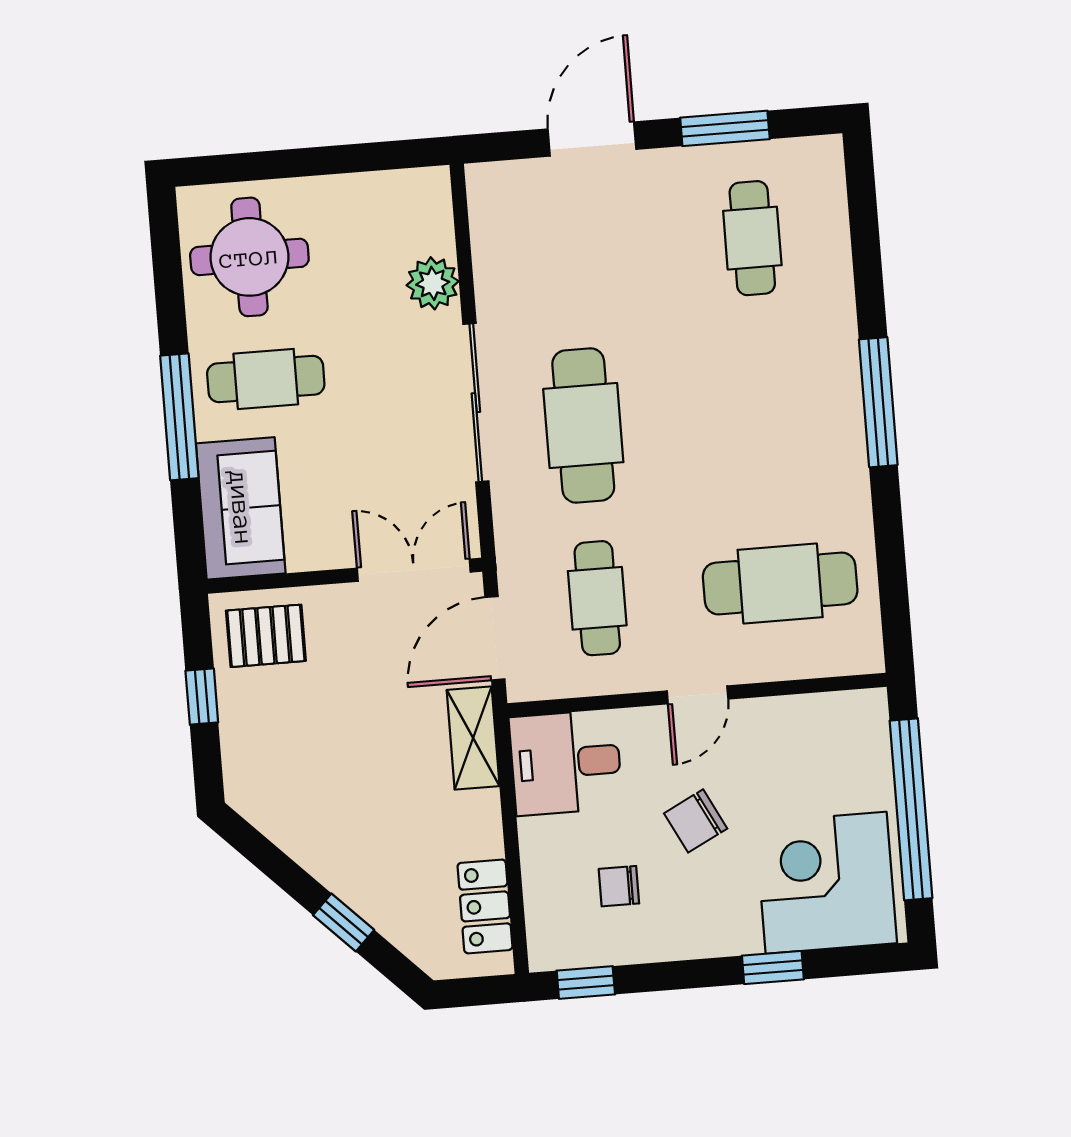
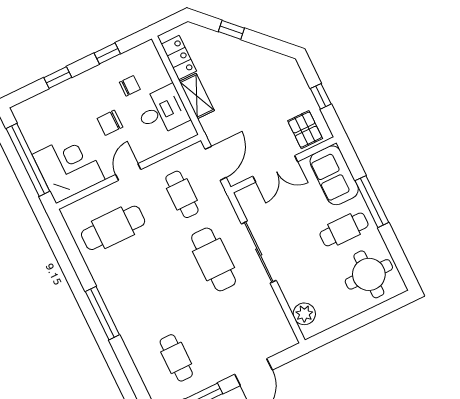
plant: (433, 283) -> (304, 314), moved
double door: (414, 570) -> (275, 169), moved
pallet: (266, 636) -> (305, 130), turned 90
shelving: (473, 738) -> (197, 96), moved
desk: (566, 763) -> (162, 111), moved
chair: (696, 821) -> (110, 123), turned -153
corner desk: (826, 883) -> (69, 167), moved, turned -90
window: (586, 983) -> (107, 53), moved

